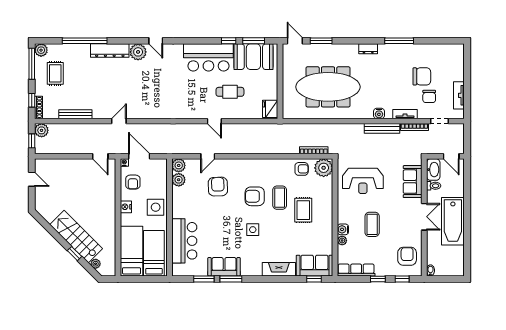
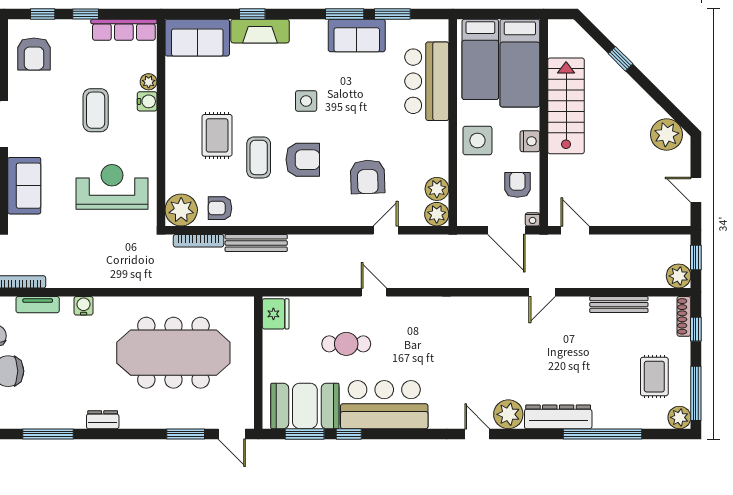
bench: (382, 128) -> (256, 243), moved
stairs: (76, 237) -> (566, 106), moved, turned -135
plant: (96, 264) -> (667, 135), moved, width x1.87, depth x1.87
window: (314, 279) -> (252, 14), moved

